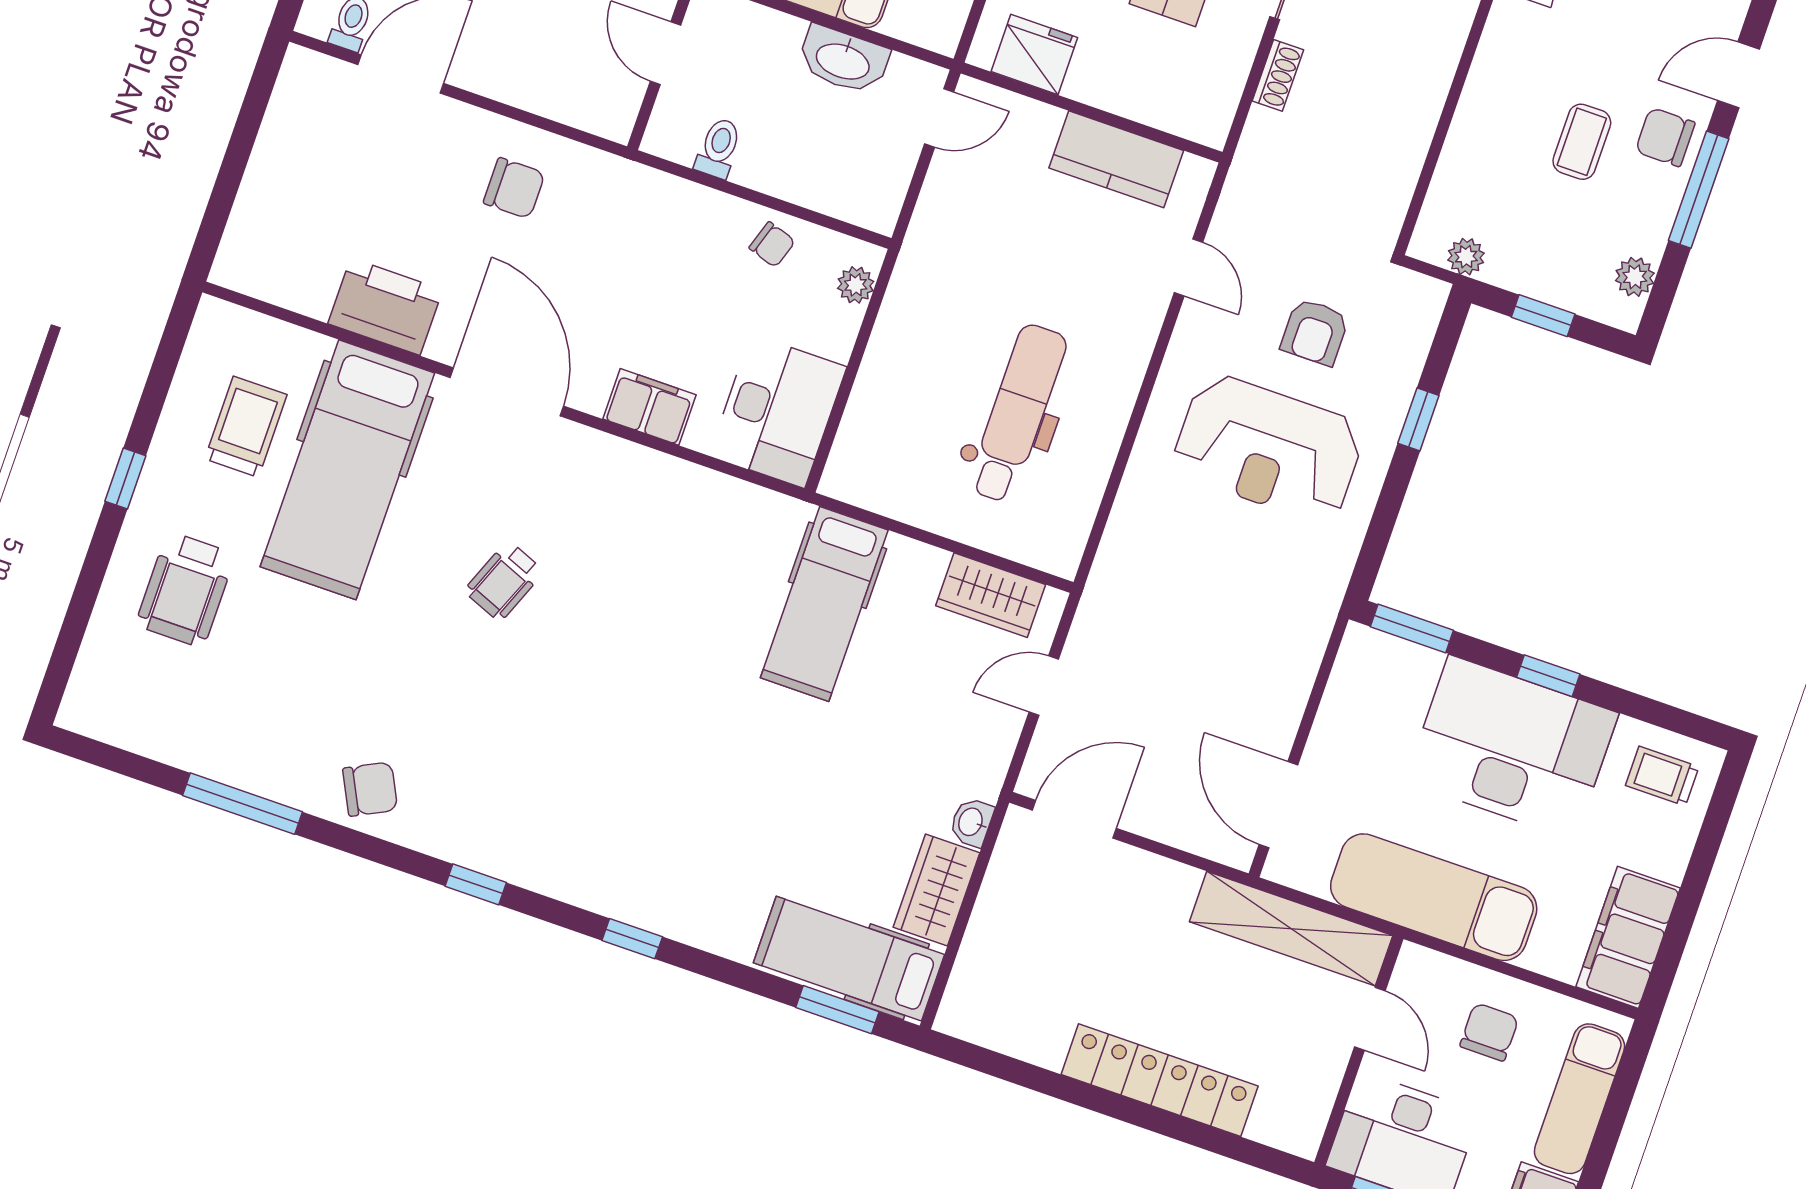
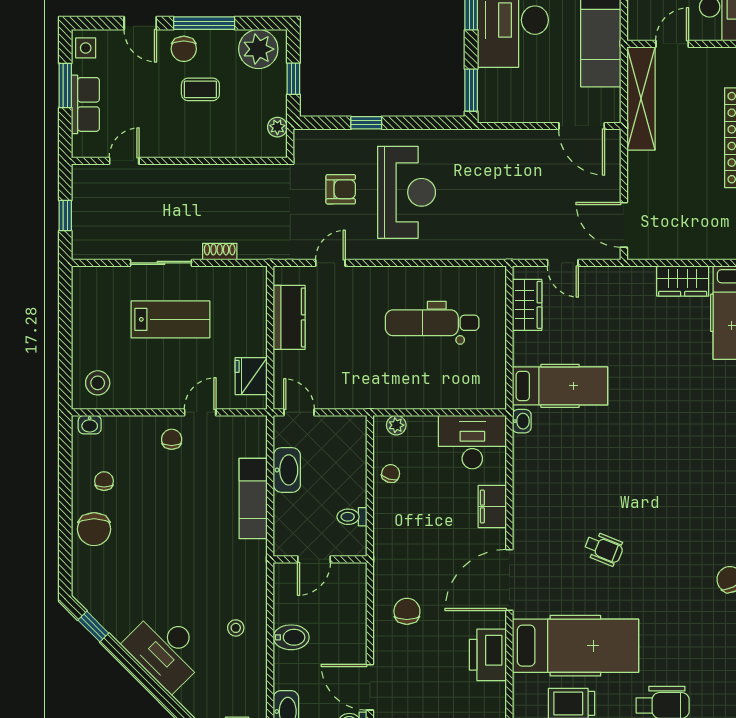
plant: (1635, 277) -> (258, 49), width x1.88, depth x1.88
door: (1278, 805) -> (582, 126), hinge flipped
washbasin: (971, 822) -> (522, 421), moved, turned -90

